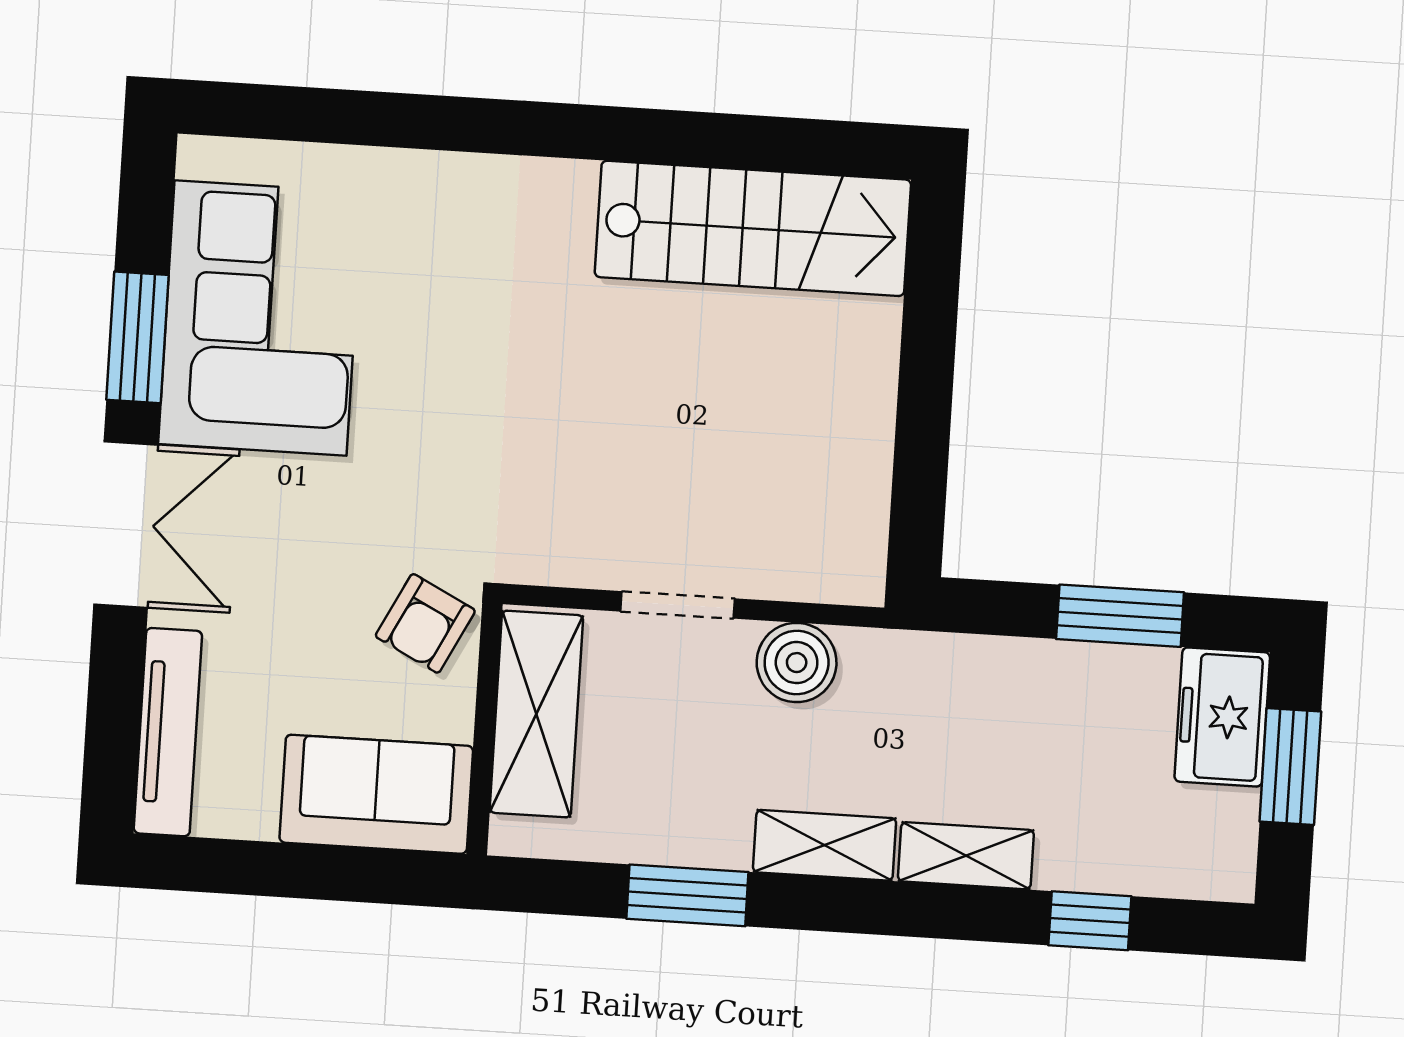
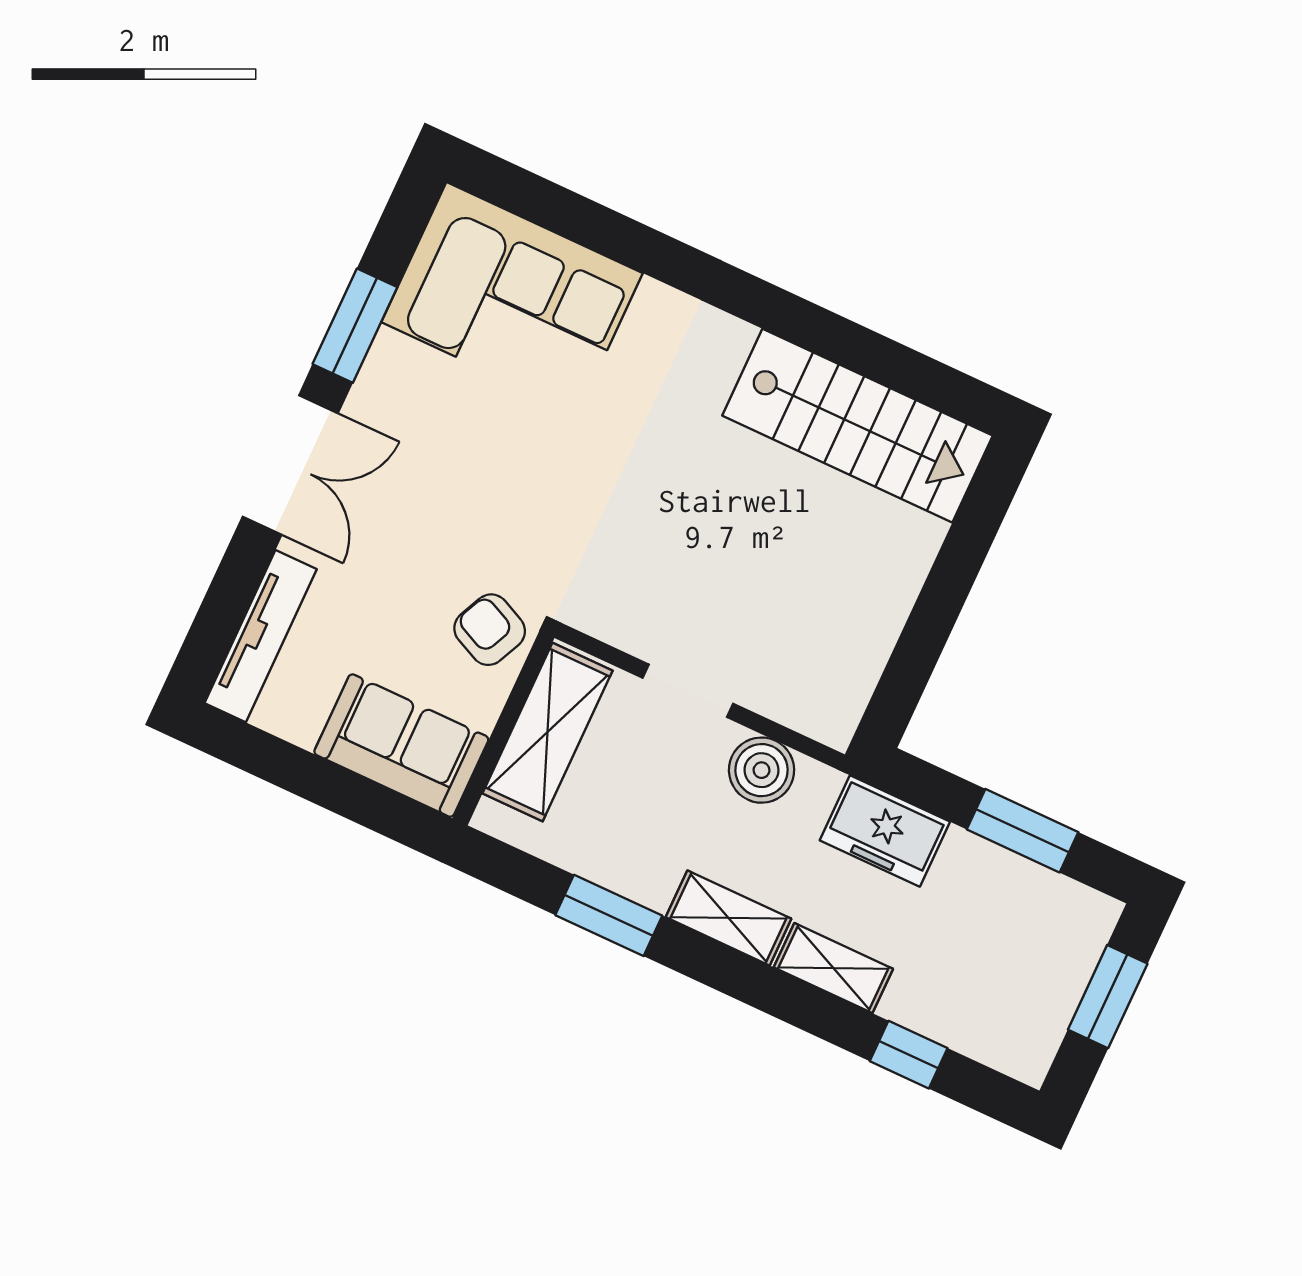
corner sofa: (261, 318) -> (512, 298), moved, turned 90
armchair: (425, 623) -> (490, 630), turned 88
freezer: (1222, 717) -> (885, 831), moved, turned -90

